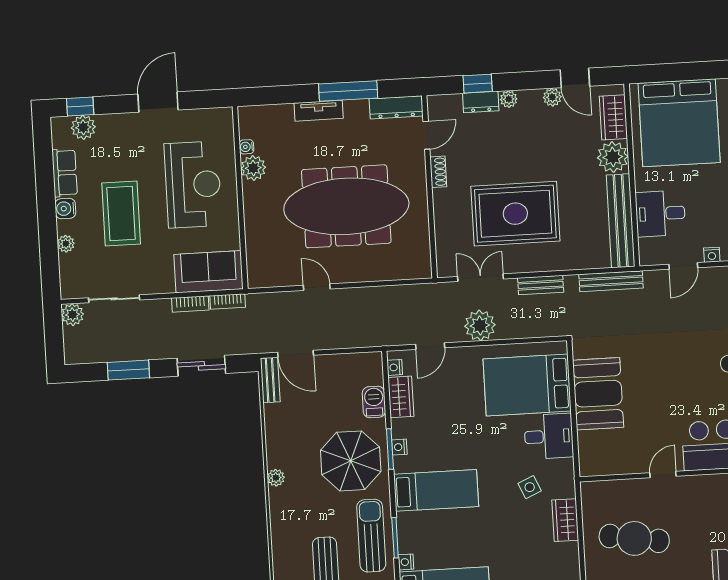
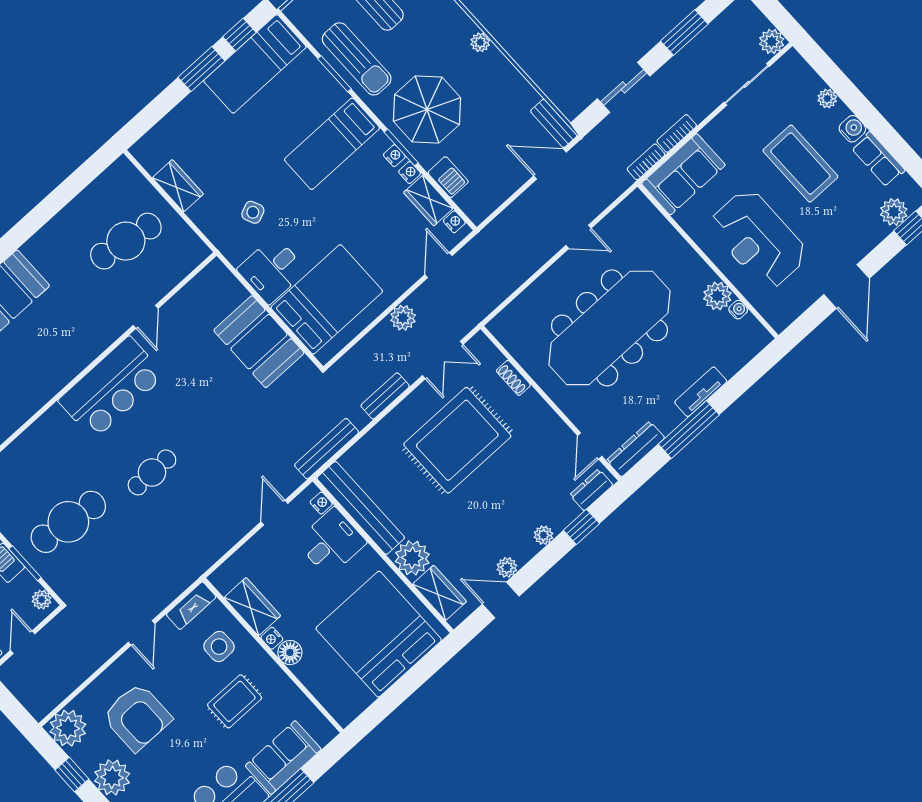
dresser: (481, 102) -> (591, 490), moved
shoe rack: (438, 172) -> (513, 378), moved
nightstand: (712, 255) -> (321, 503), moved, turned 90
plant: (480, 325) -> (403, 318), width x0.73, depth x0.73
wardrobe: (565, 520) -> (178, 186), moved
nightstand: (406, 562) -> (410, 172), moved

